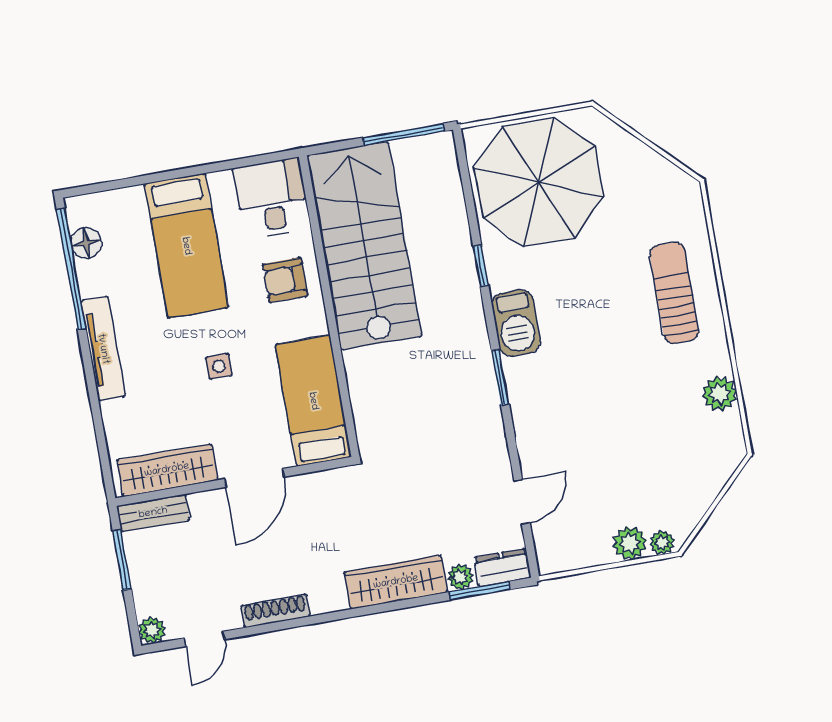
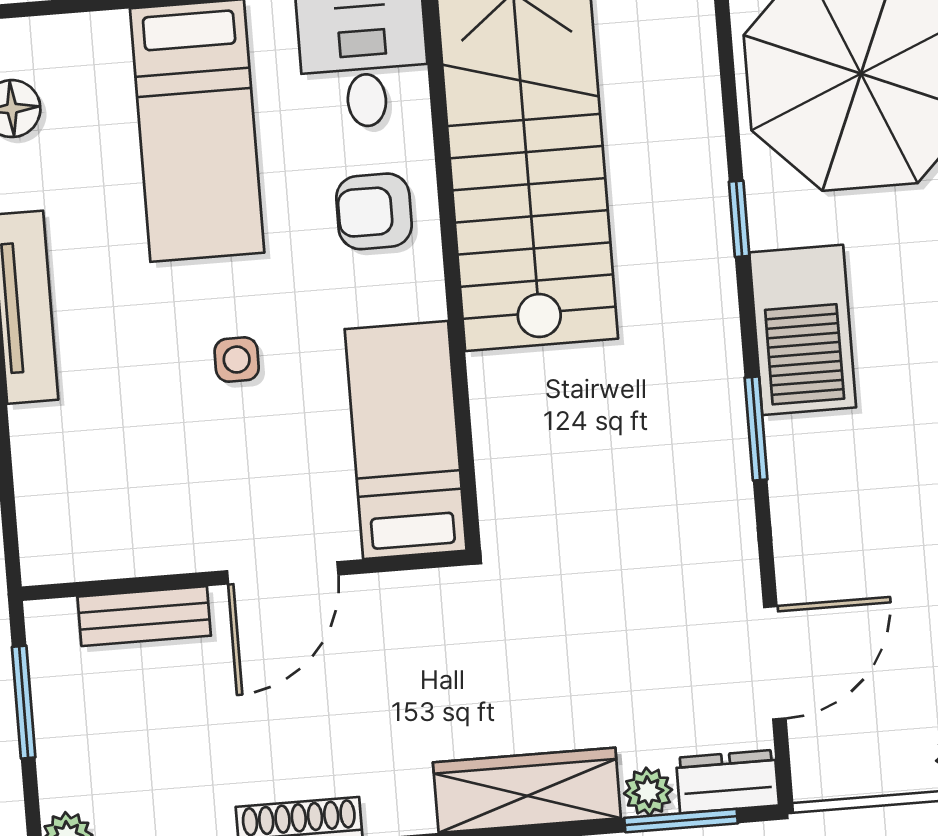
barbecue: (516, 323) -> (803, 330), width x1.37, depth x1.21
wardrobe: (167, 470) -> (123, 544), removed
door: (522, 502) -> (775, 663), width x1.38
bench: (153, 513) -> (144, 616), moved

